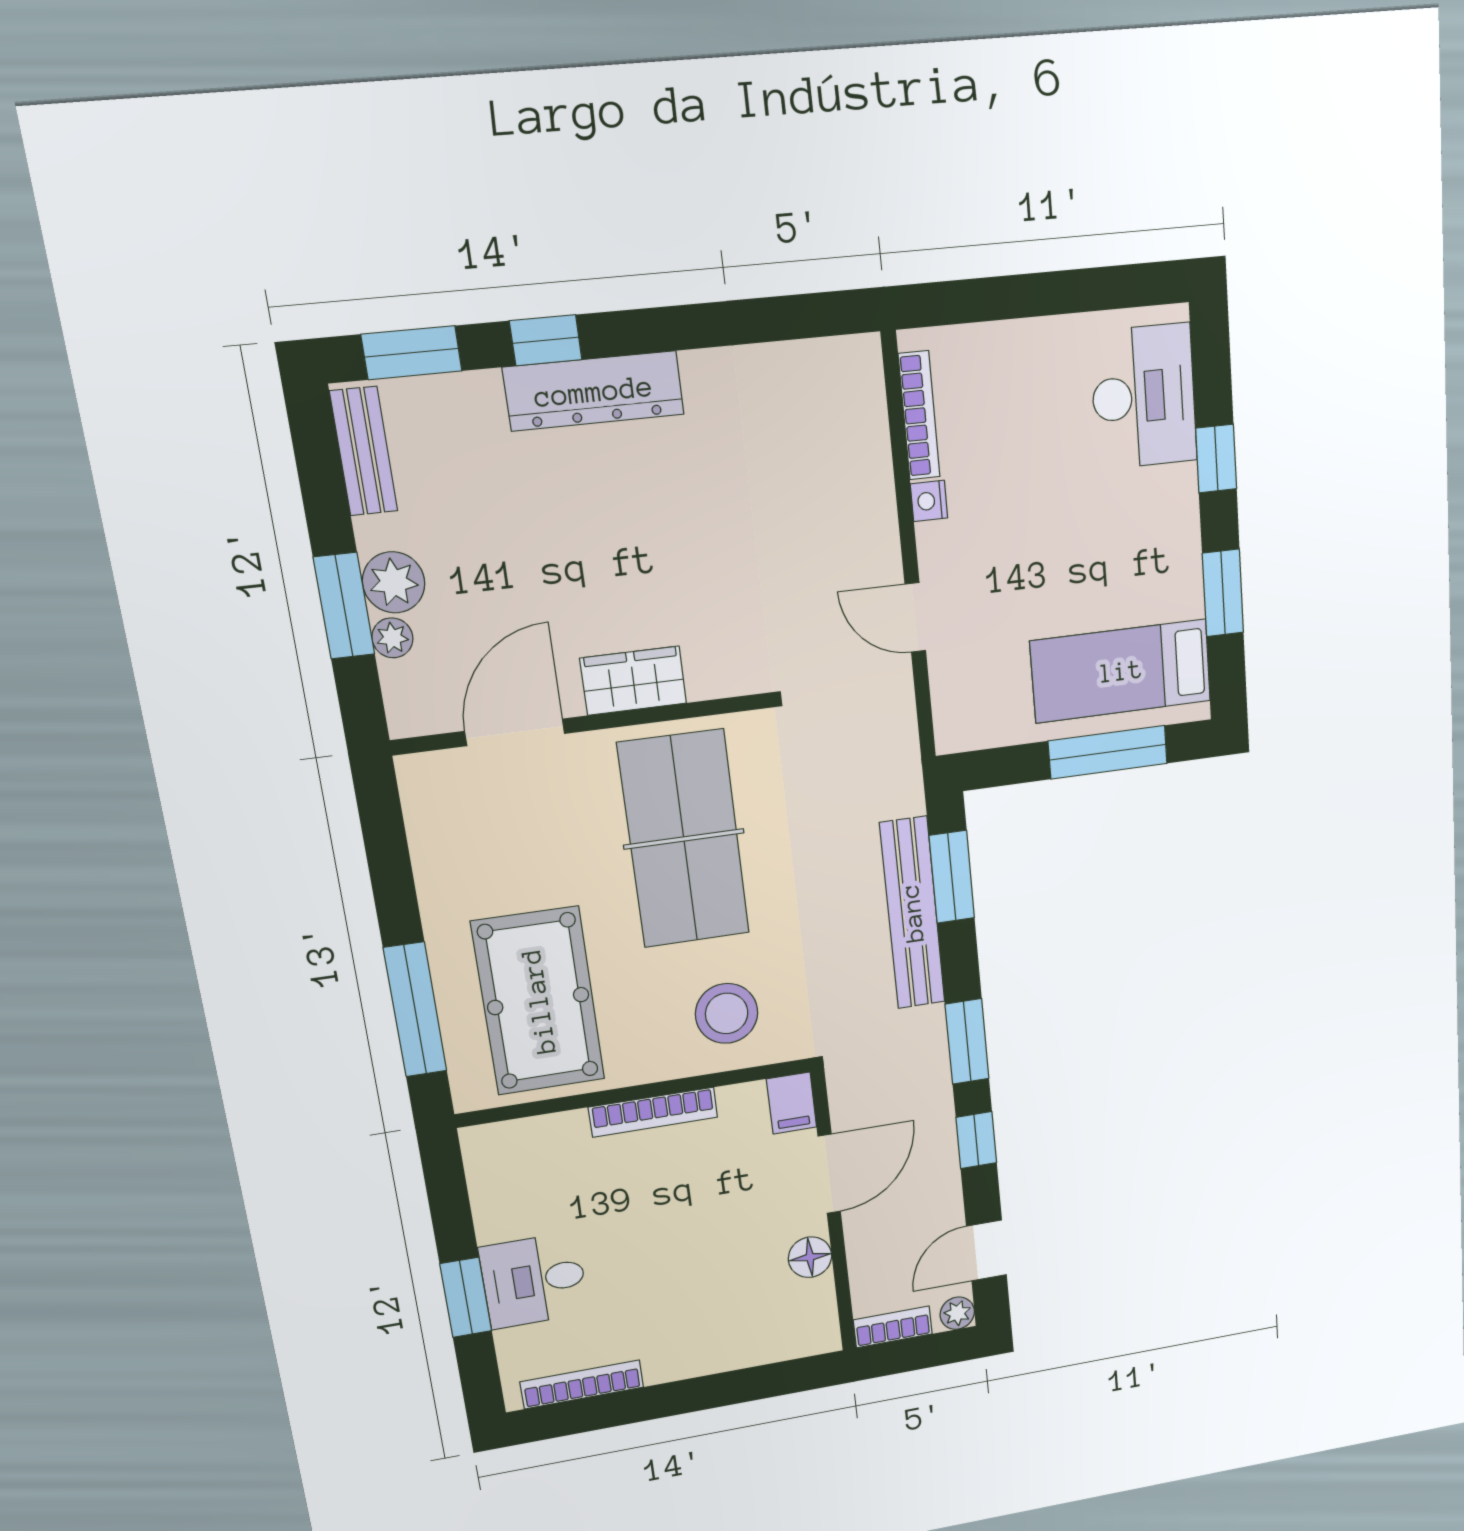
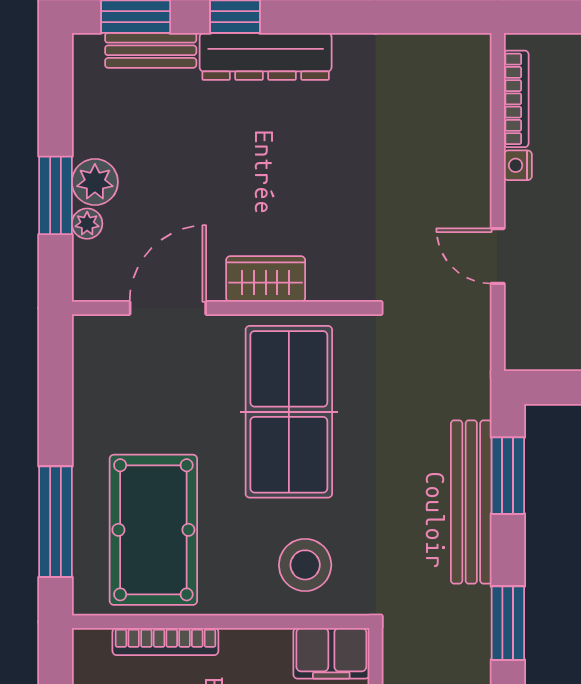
bench: (364, 451) -> (151, 50), moved, turned 90
filing cabinet: (792, 1103) -> (331, 653), width x2.00
bookcase: (653, 1112) -> (165, 641), moved

